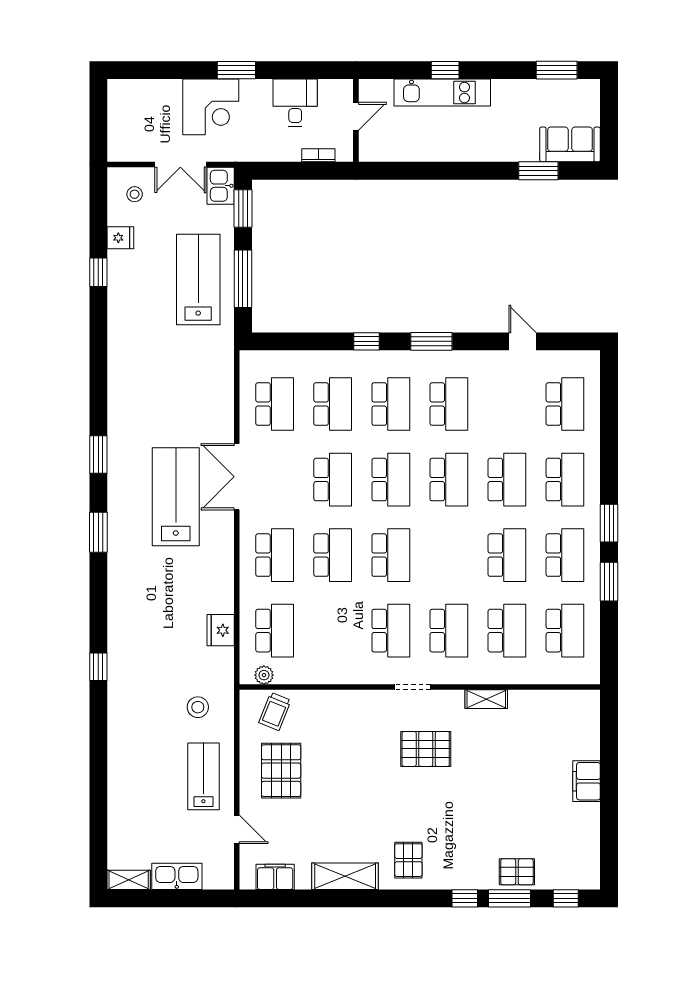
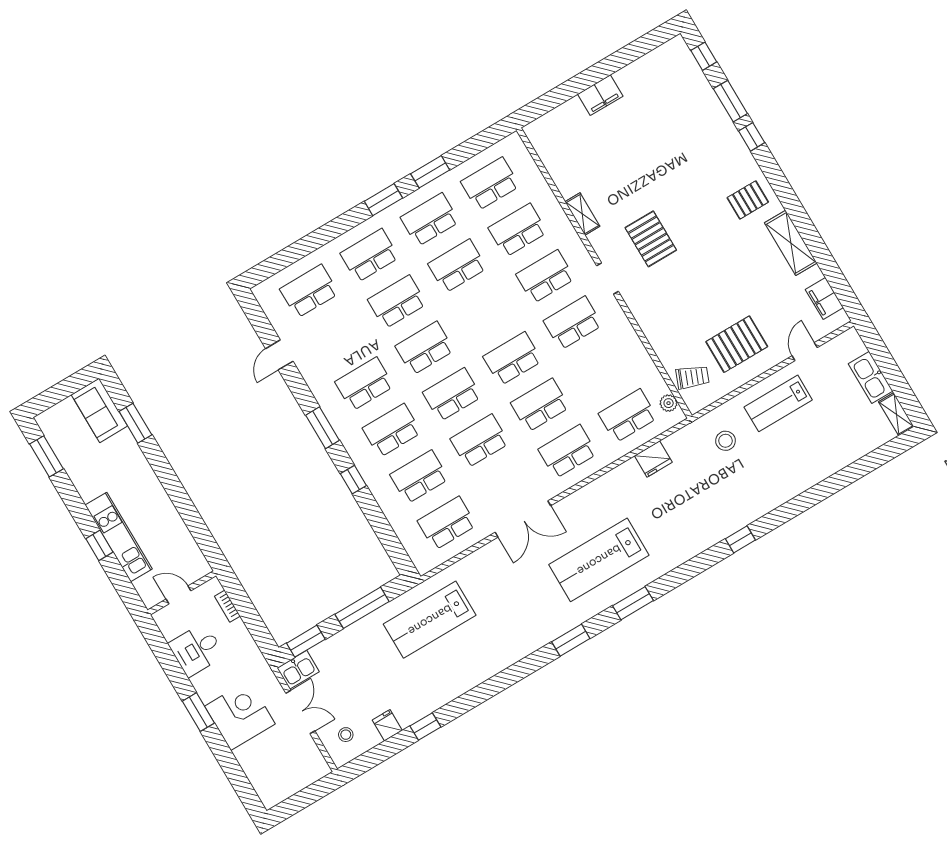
lab bench: (198, 280) -> (430, 620), moved
lab bench: (176, 497) -> (599, 560), moved
pallet: (517, 872) -> (706, 108), removed

